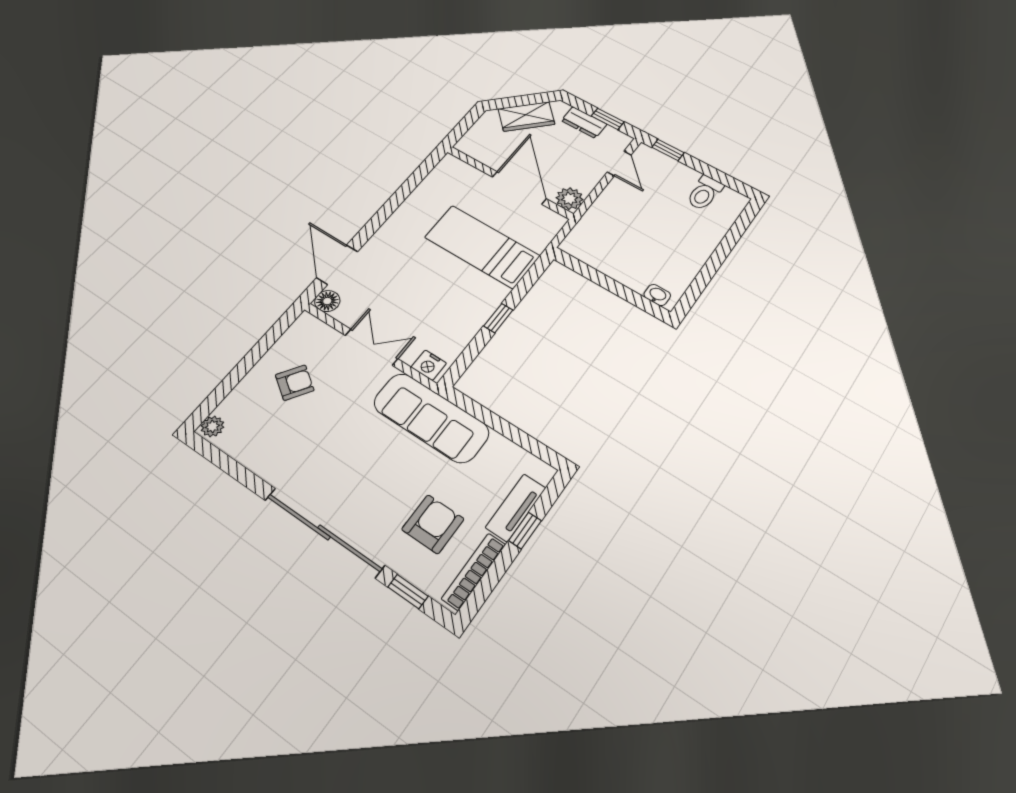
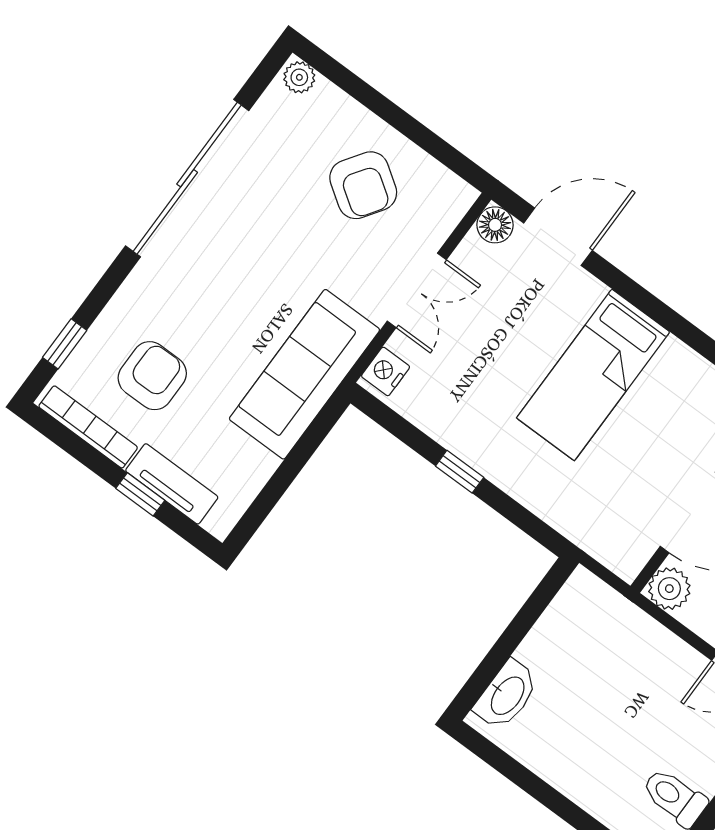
bed: (482, 247) -> (593, 375), moved, turned 180
washbasin: (657, 295) -> (507, 695), width x1.91, depth x1.45
armchair: (295, 383) -> (363, 185), width x1.38, depth x1.38
armchair: (433, 524) -> (152, 376), turned -90
sliding door: (324, 532) -> (187, 178), moved

